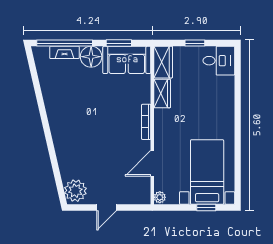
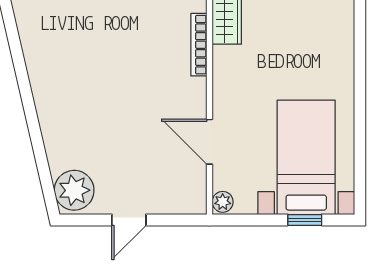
bookcase: (146, 122) -> (199, 45), moved
door: (152, 163) -> (210, 142), hinge flipped

